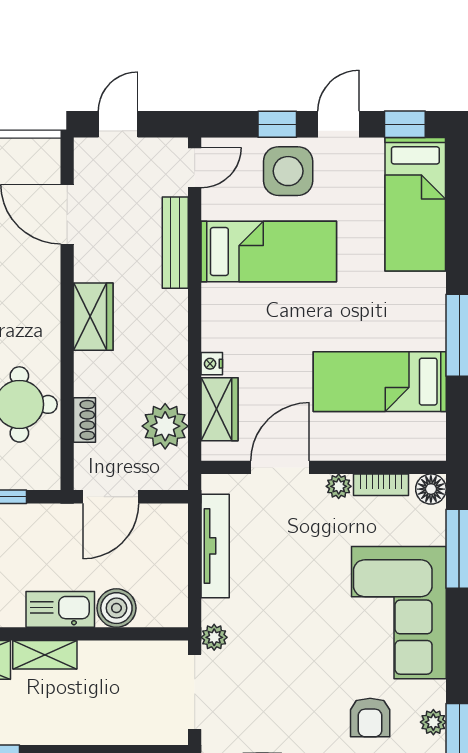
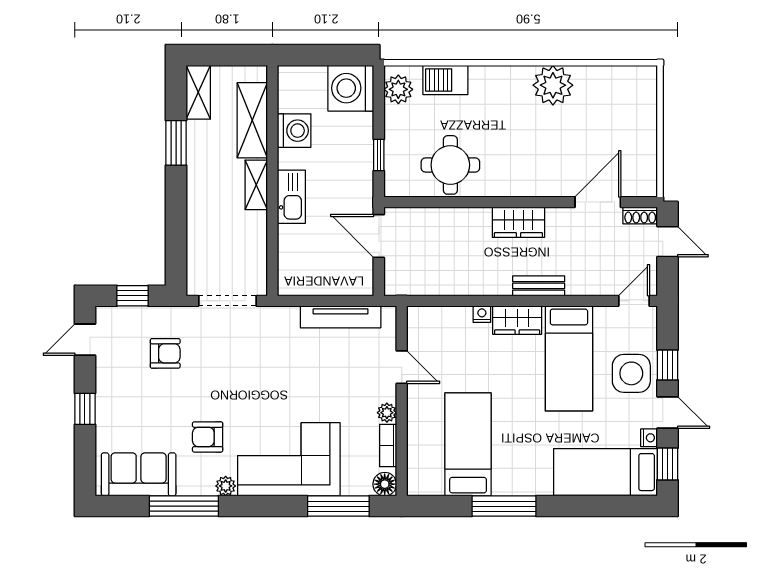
nightstand: (371, 148) -> (649, 438), added
door: (195, 168) -> (634, 301), swing flipped
bench: (175, 243) -> (539, 286), moved, width x0.73
wardrobe: (219, 409) -> (517, 320), moved
shoe rack: (85, 420) -> (640, 216), moved
plant: (165, 426) -> (433, 278), removed
door: (280, 467) -> (402, 367), width x0.73
boiler: (116, 608) -> (292, 240), removed
plant: (214, 637) -> (270, 316), removed
plant: (433, 722) -> (226, 486), moved

